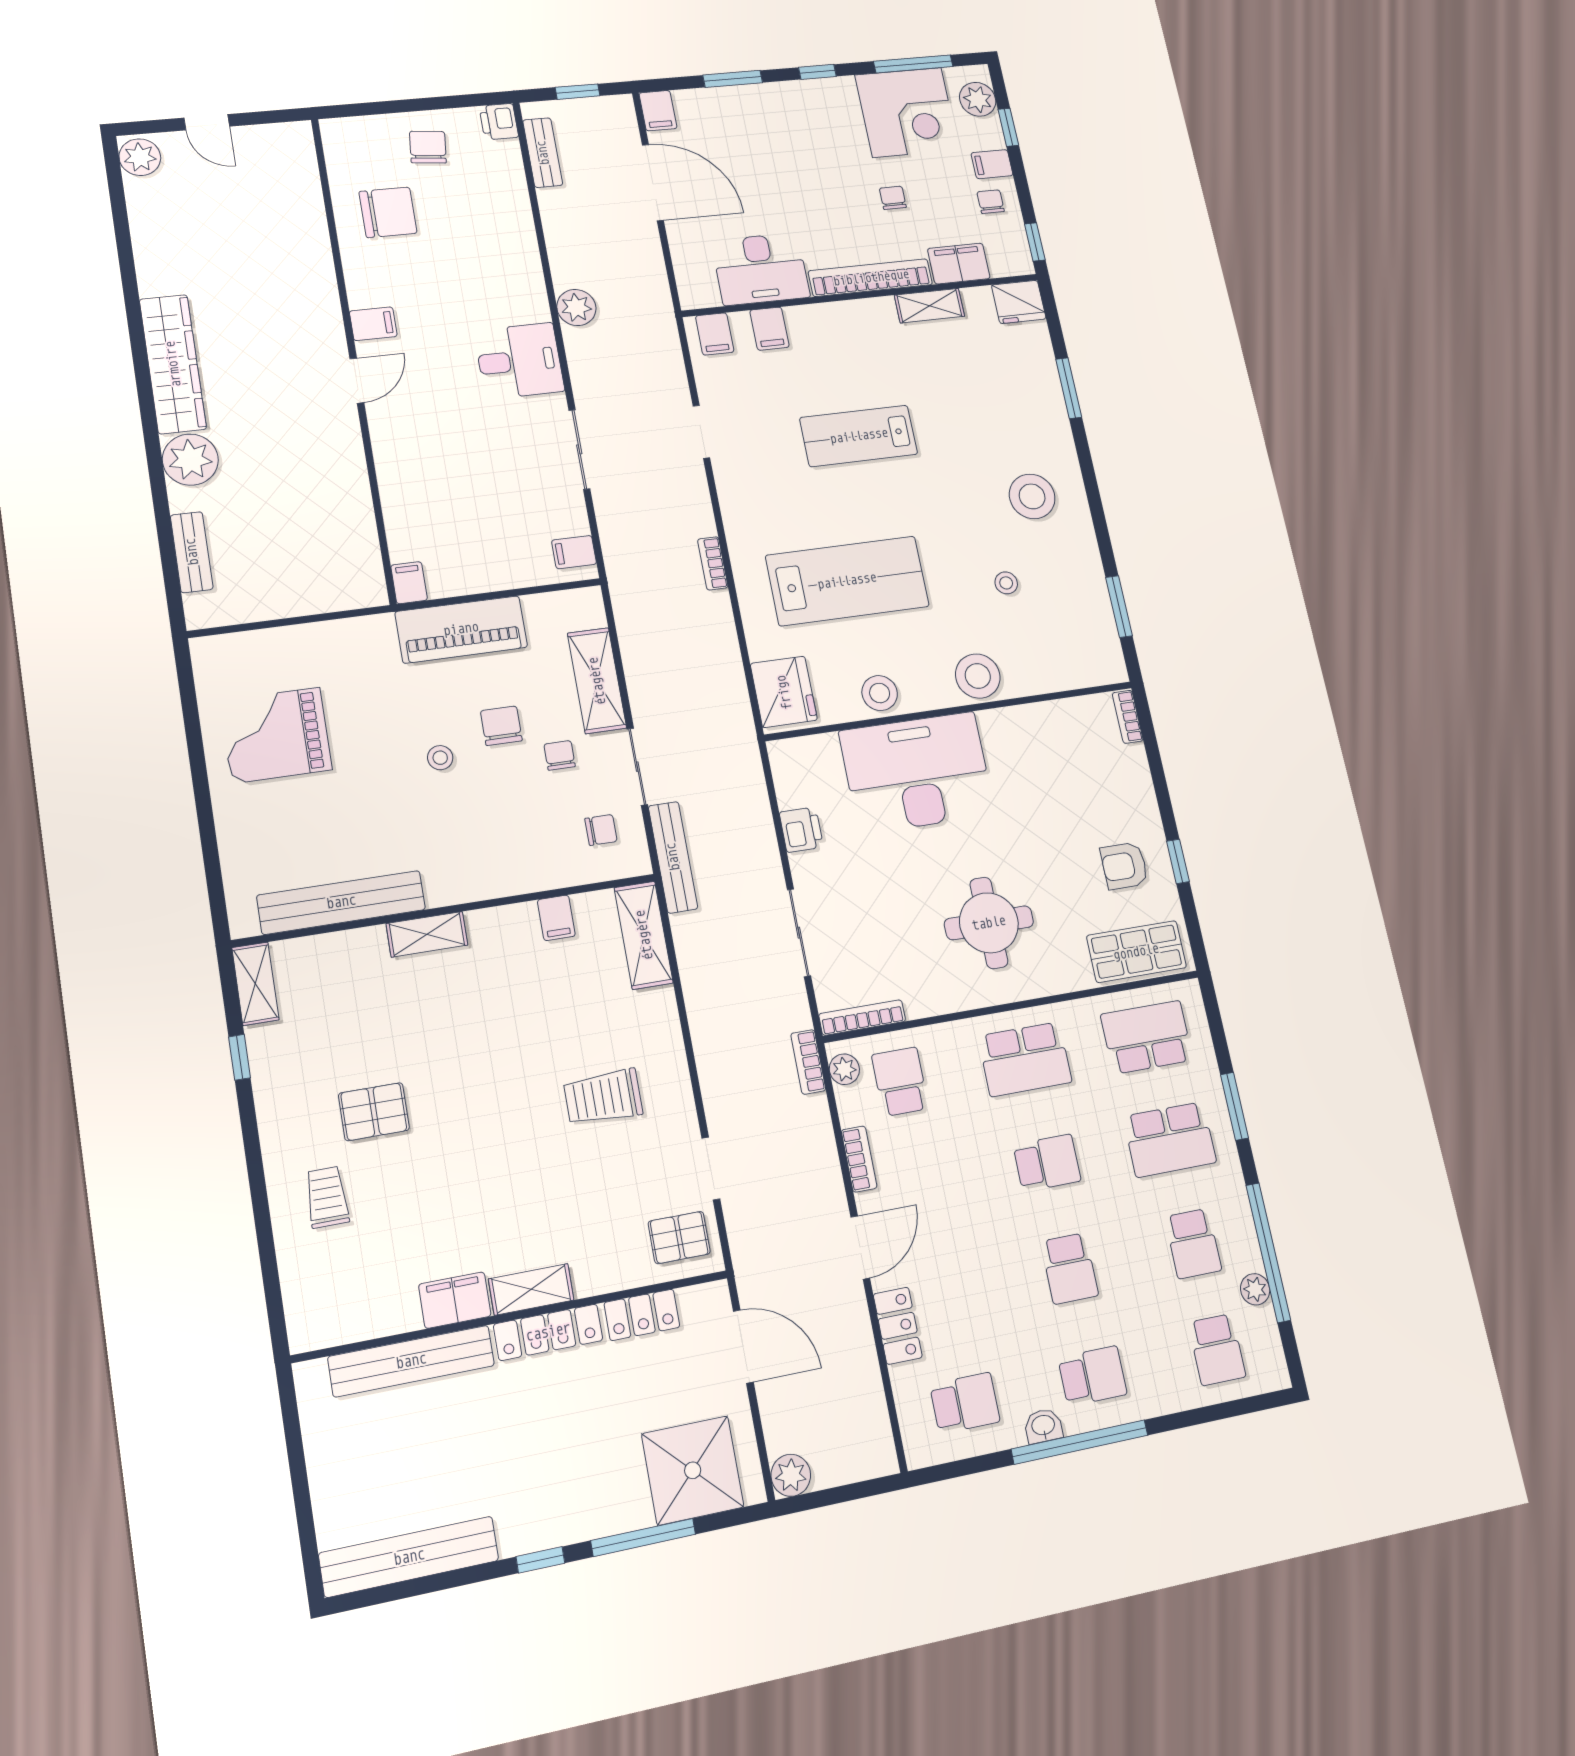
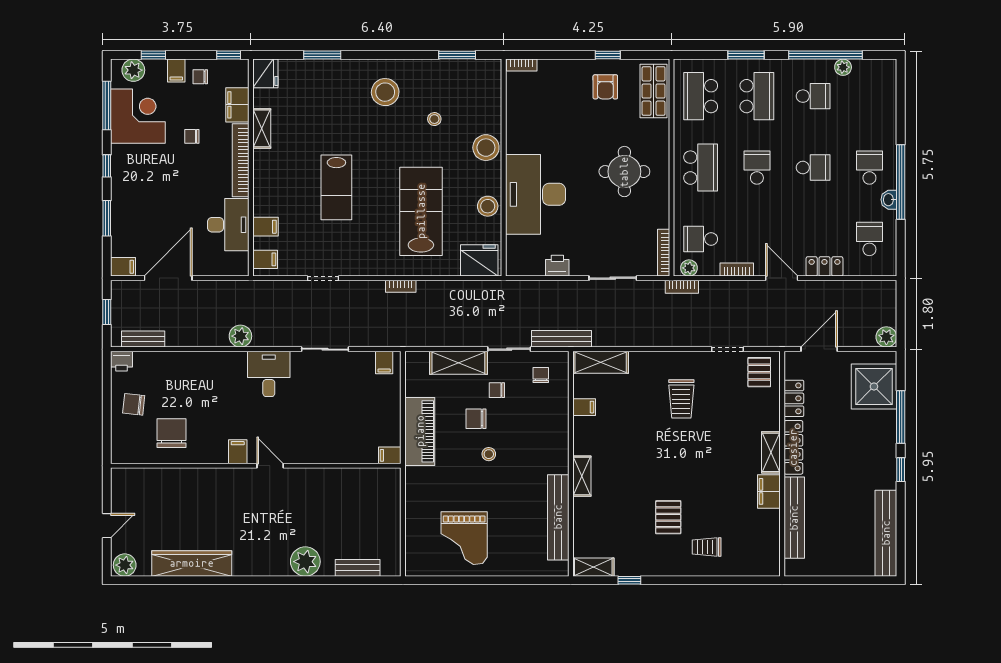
wardrobe: (173, 364) -> (192, 563), moved
school desk: (1217, 1350) -> (869, 96), removed

